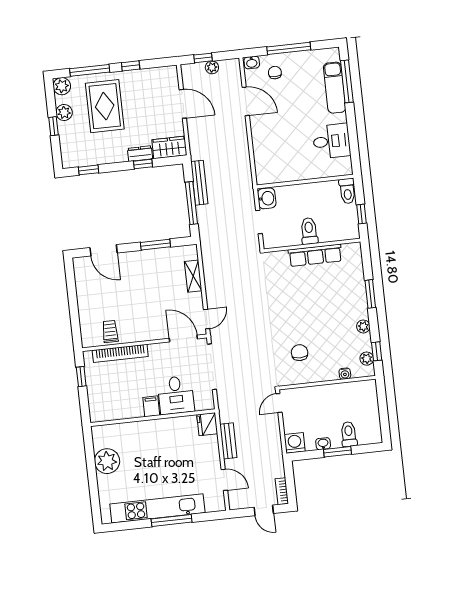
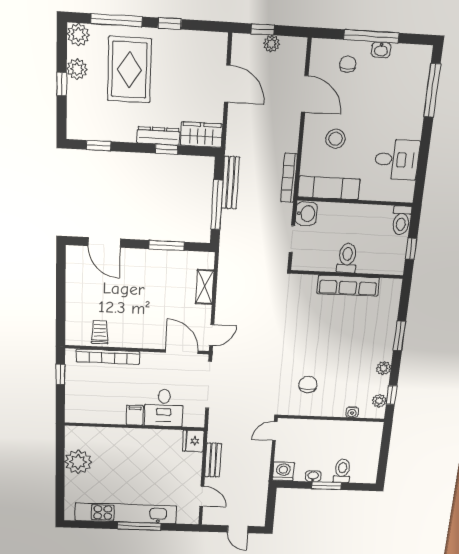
washbasin: (252, 63) -> (381, 50), moved
exam couch: (335, 88) -> (329, 188), moved, turned 90
stool: (278, 133) -> (335, 139), added
dresser: (140, 154) -> (158, 136), width x1.44
bookcase: (282, 491) -> (289, 178), moved, width x1.56

